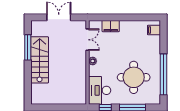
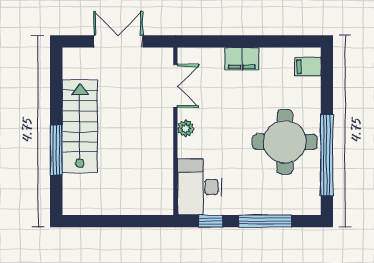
filing cabinet: (111, 26) -> (242, 59), moved
window: (28, 47) -> (56, 150), moved
round table: (134, 77) -> (285, 142), moved

